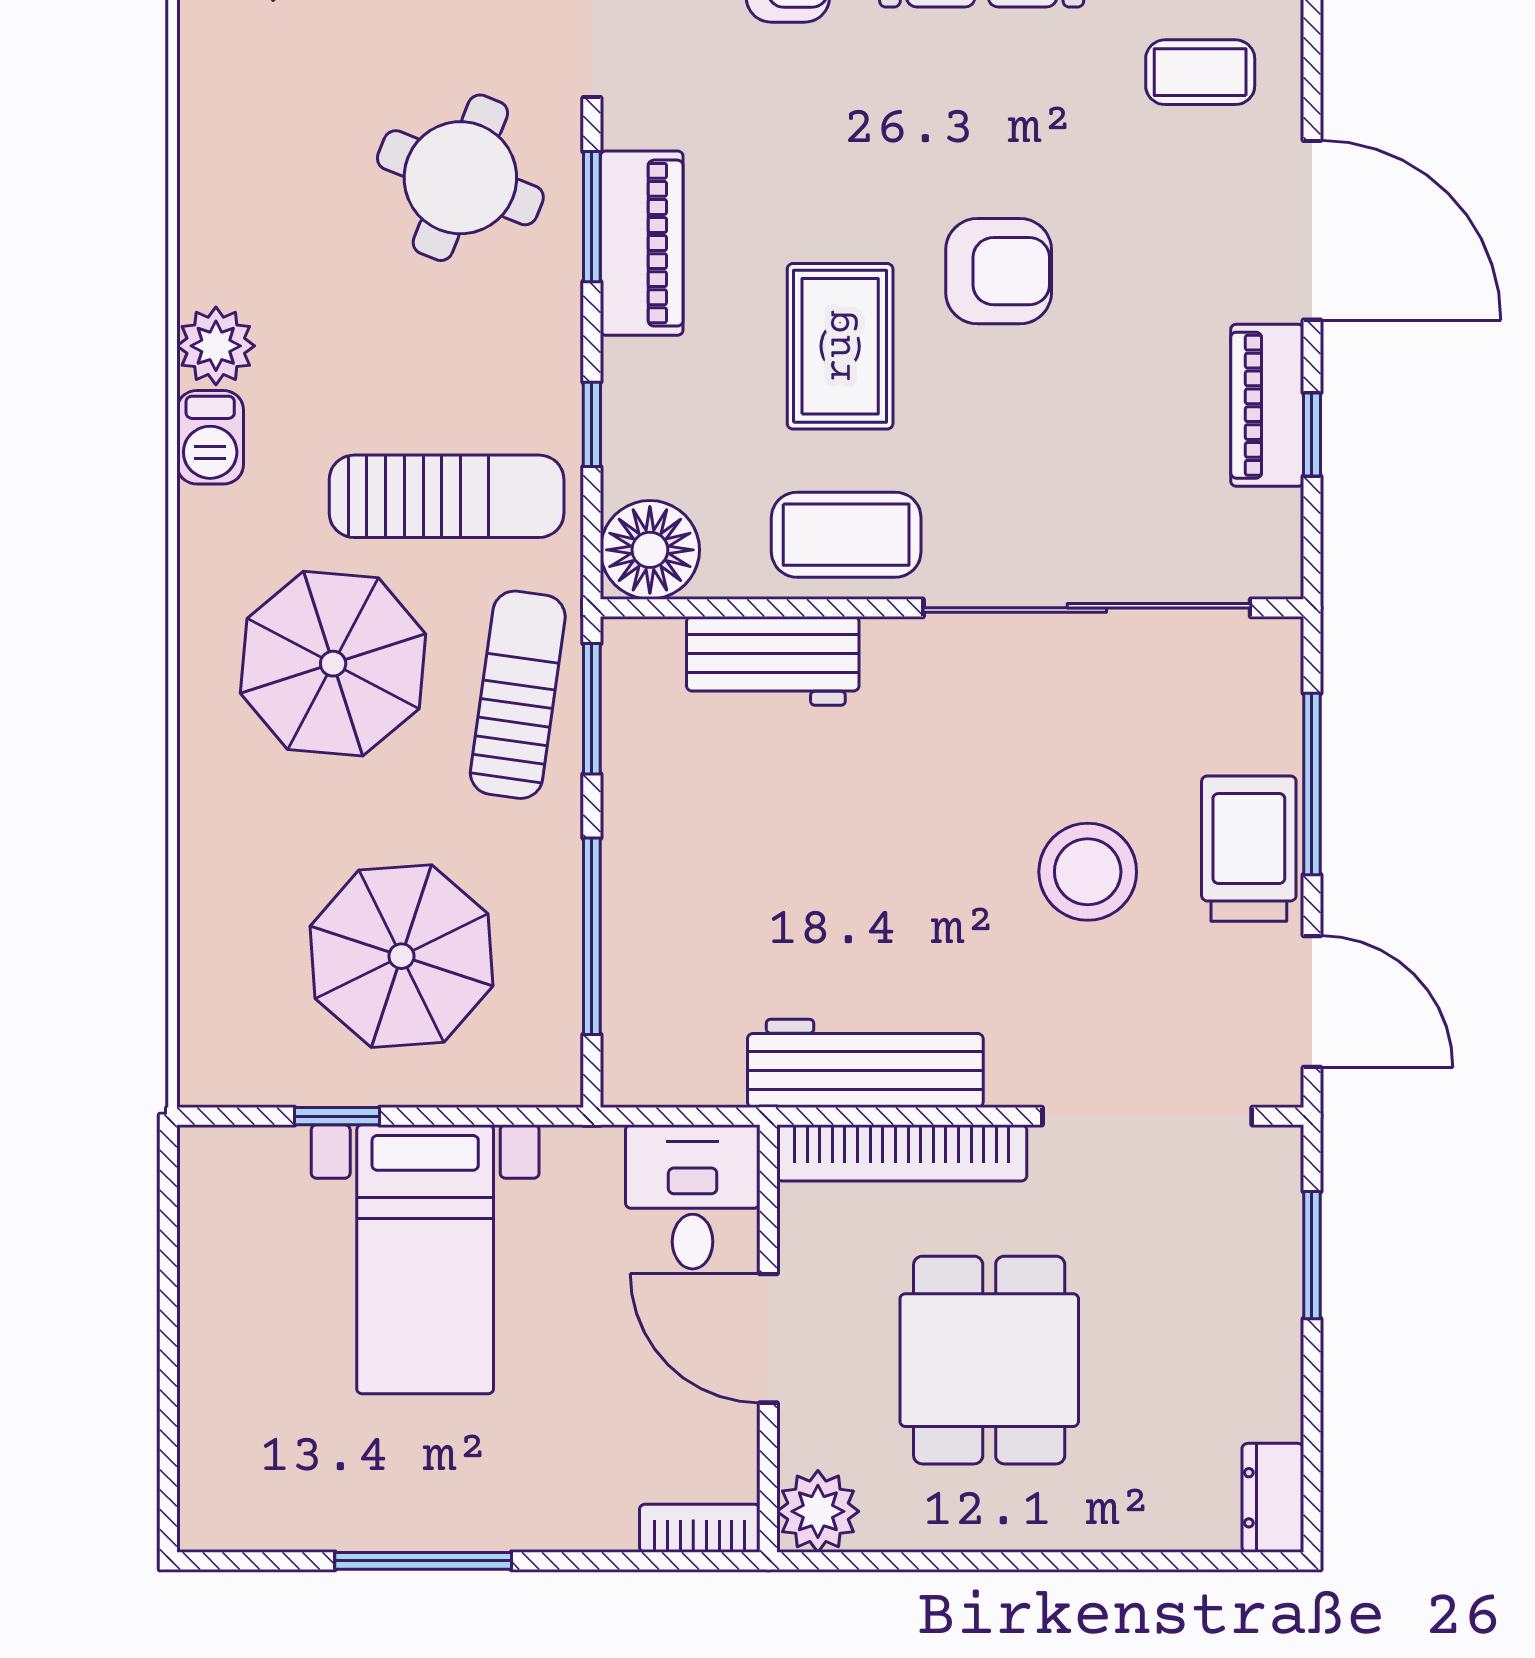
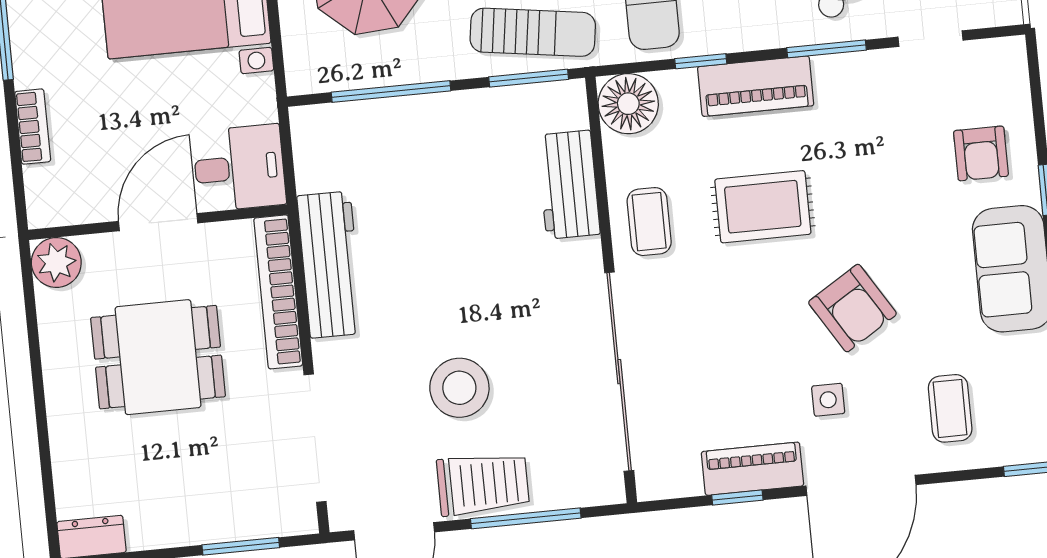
piano: (642, 243) -> (756, 86), moved
side table: (1166, 270) -> (828, 400), added
armchair: (999, 271) -> (852, 308), moved, turned -32
coffee table: (846, 535) -> (649, 222), width x0.73, depth x0.77
bookcase: (700, 1528) -> (33, 127), moved

